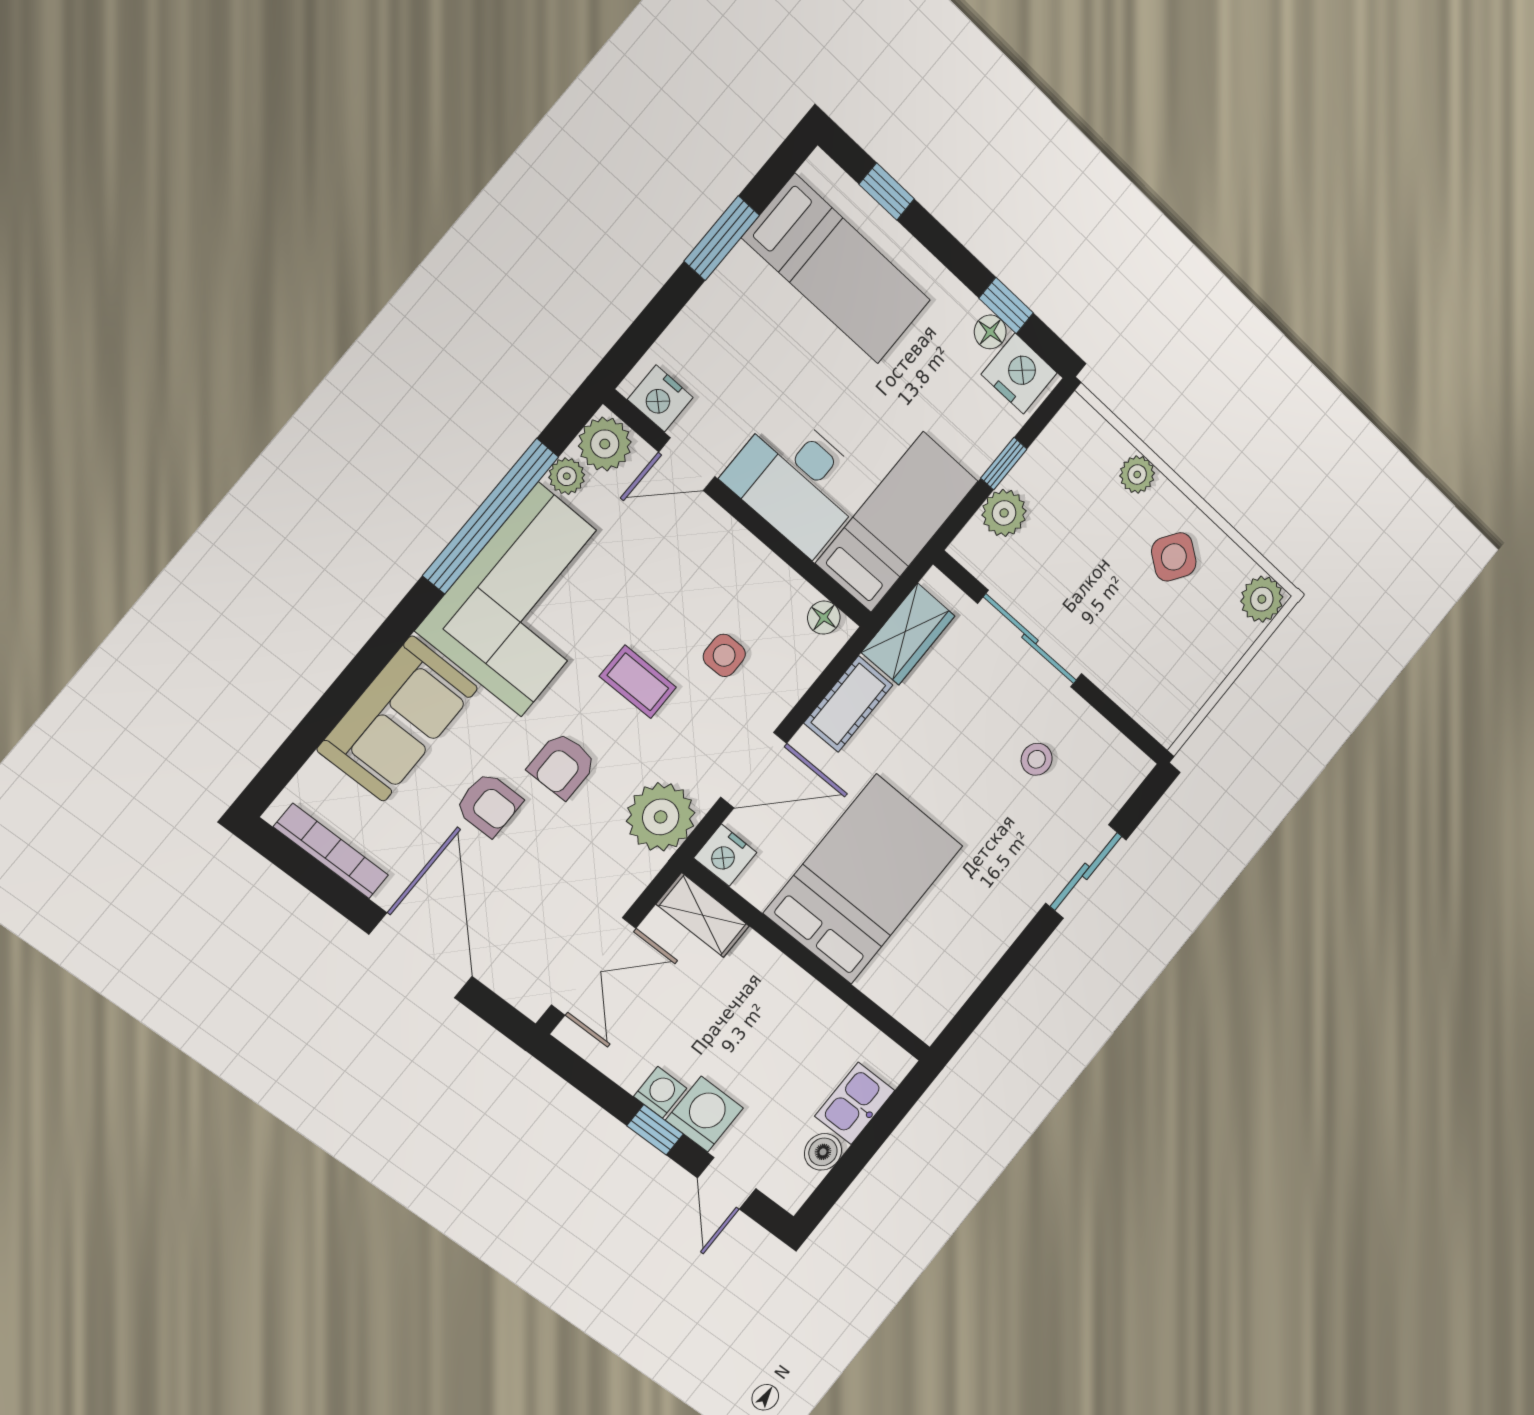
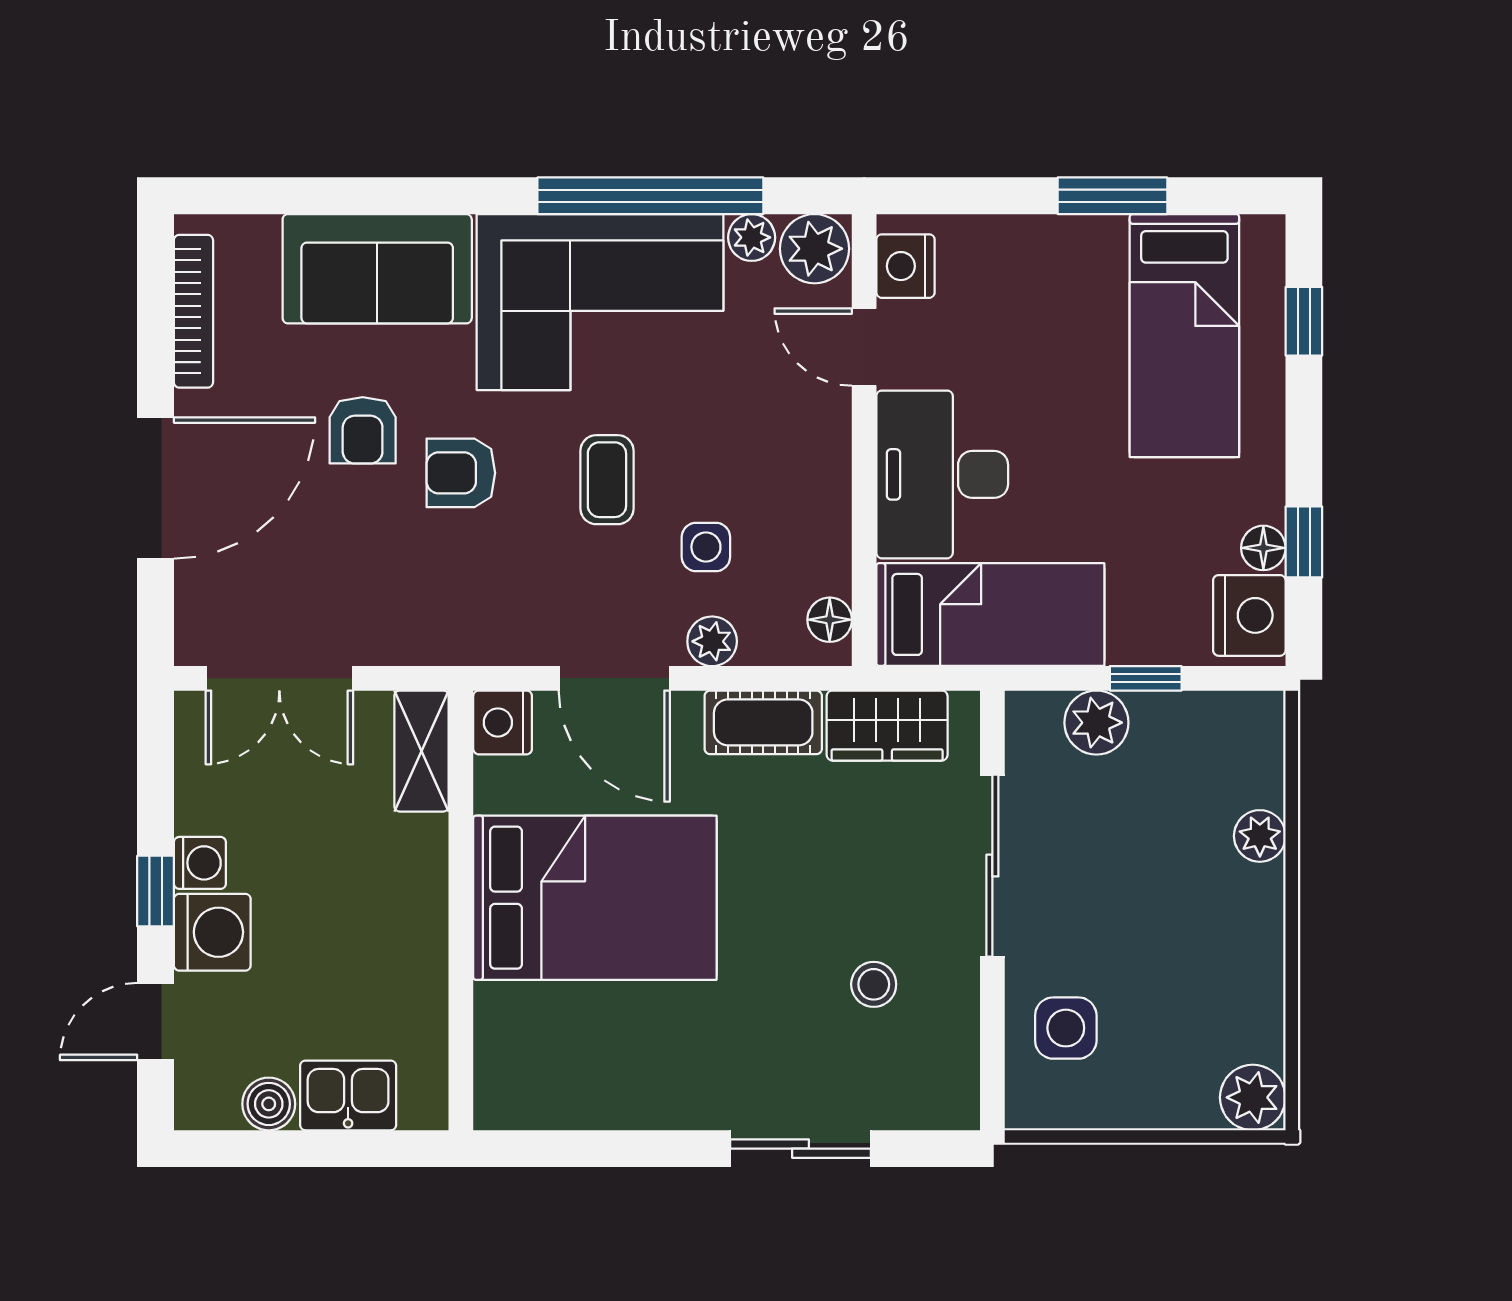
side table: (1174, 557) -> (1066, 1028), moved, turned -35
plant: (661, 817) -> (712, 641), moved, width x0.53, depth x0.53

